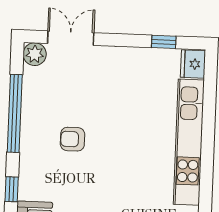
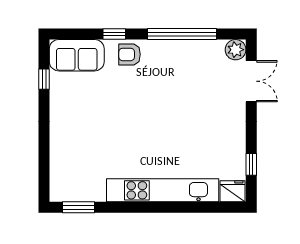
armchair: (73, 139) -> (130, 54), moved, turned -90

